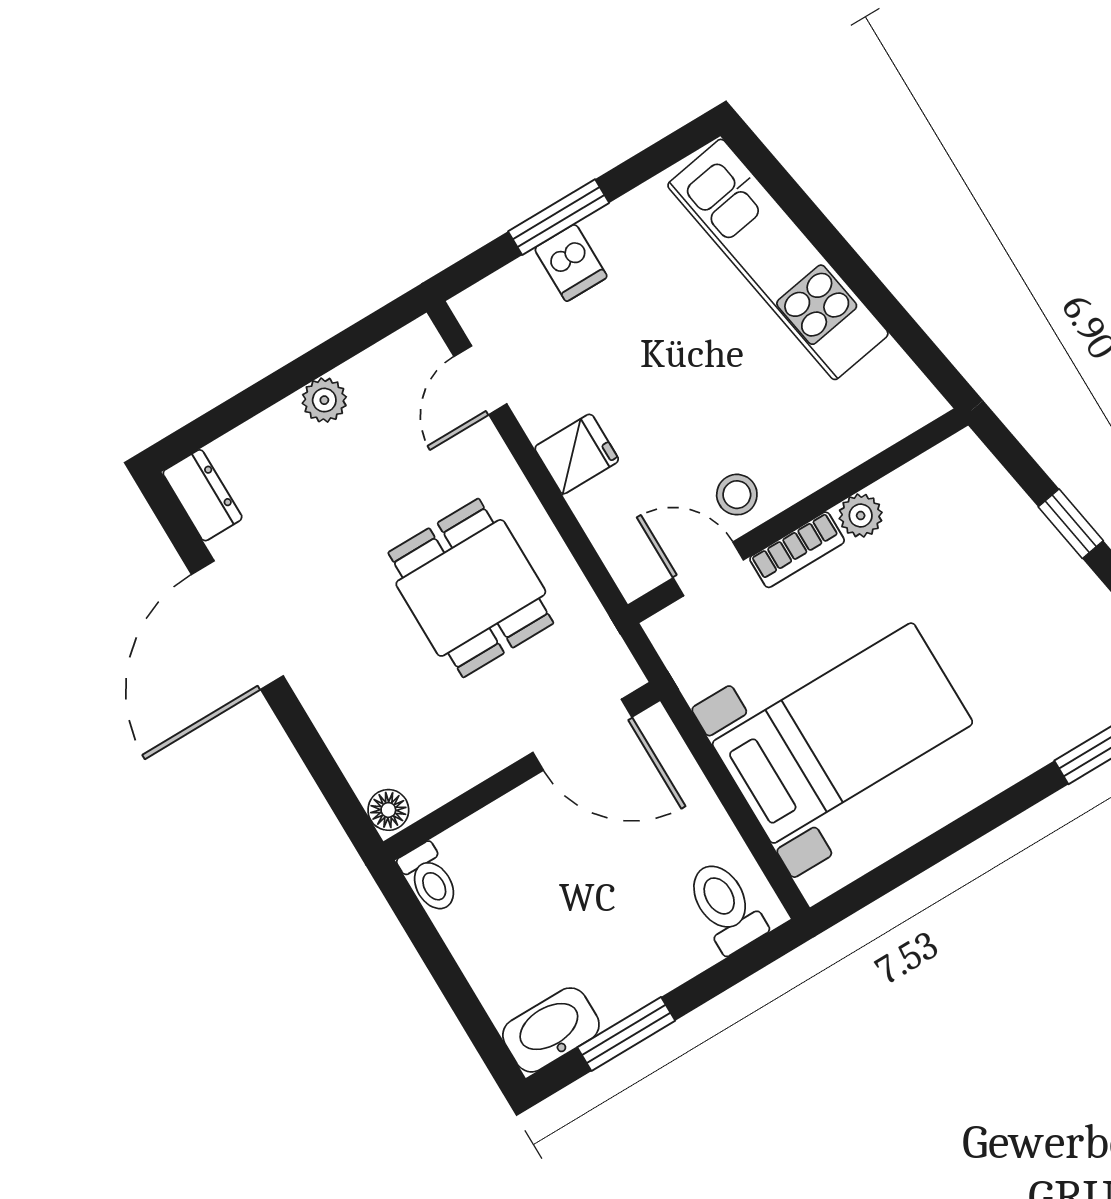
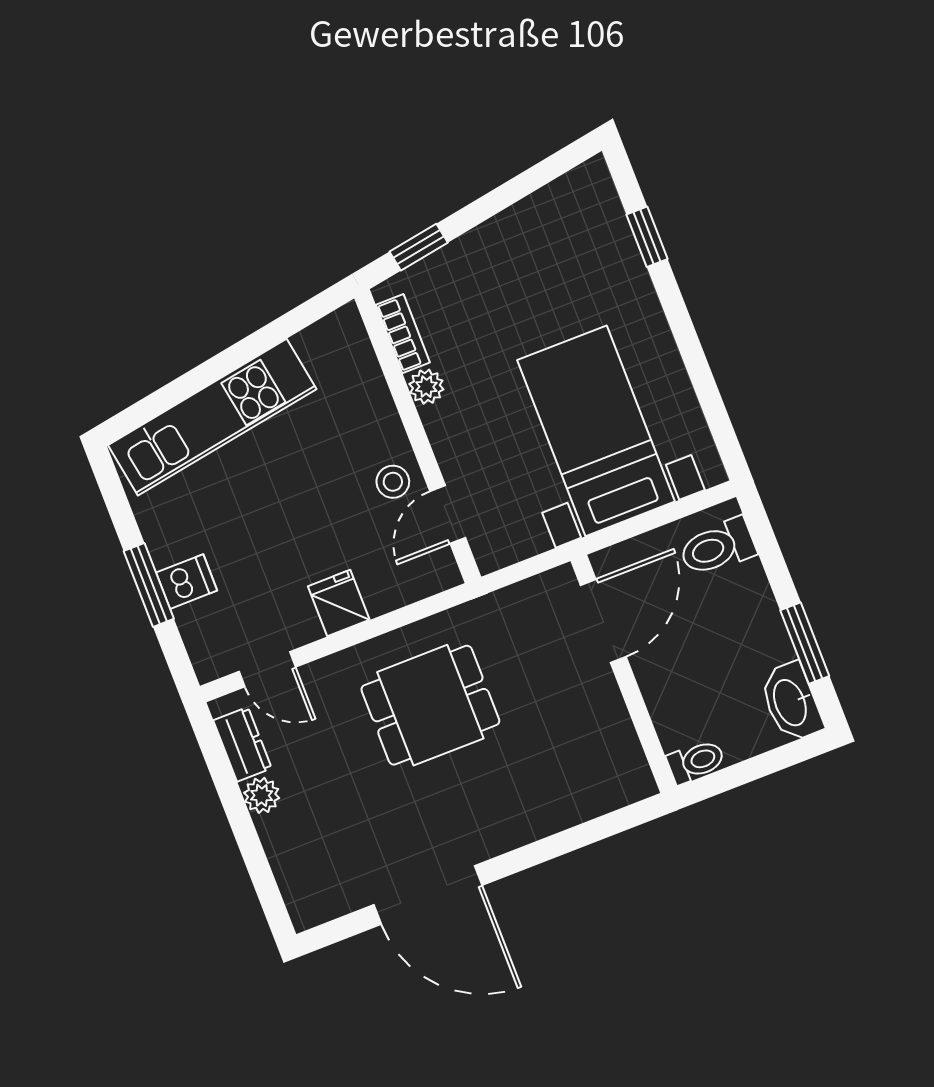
dresser: (202, 495) -> (242, 744), moved, turned 90
window: (1071, 524) -> (419, 247), moved
bookcase: (797, 550) -> (403, 334), moved
door: (582, 735) -> (603, 621), moved
wall: (522, 771) -> (624, 674), moved
floor lamp: (388, 810) -> (595, 801), removed
toilet: (429, 878) -> (696, 762), moved

